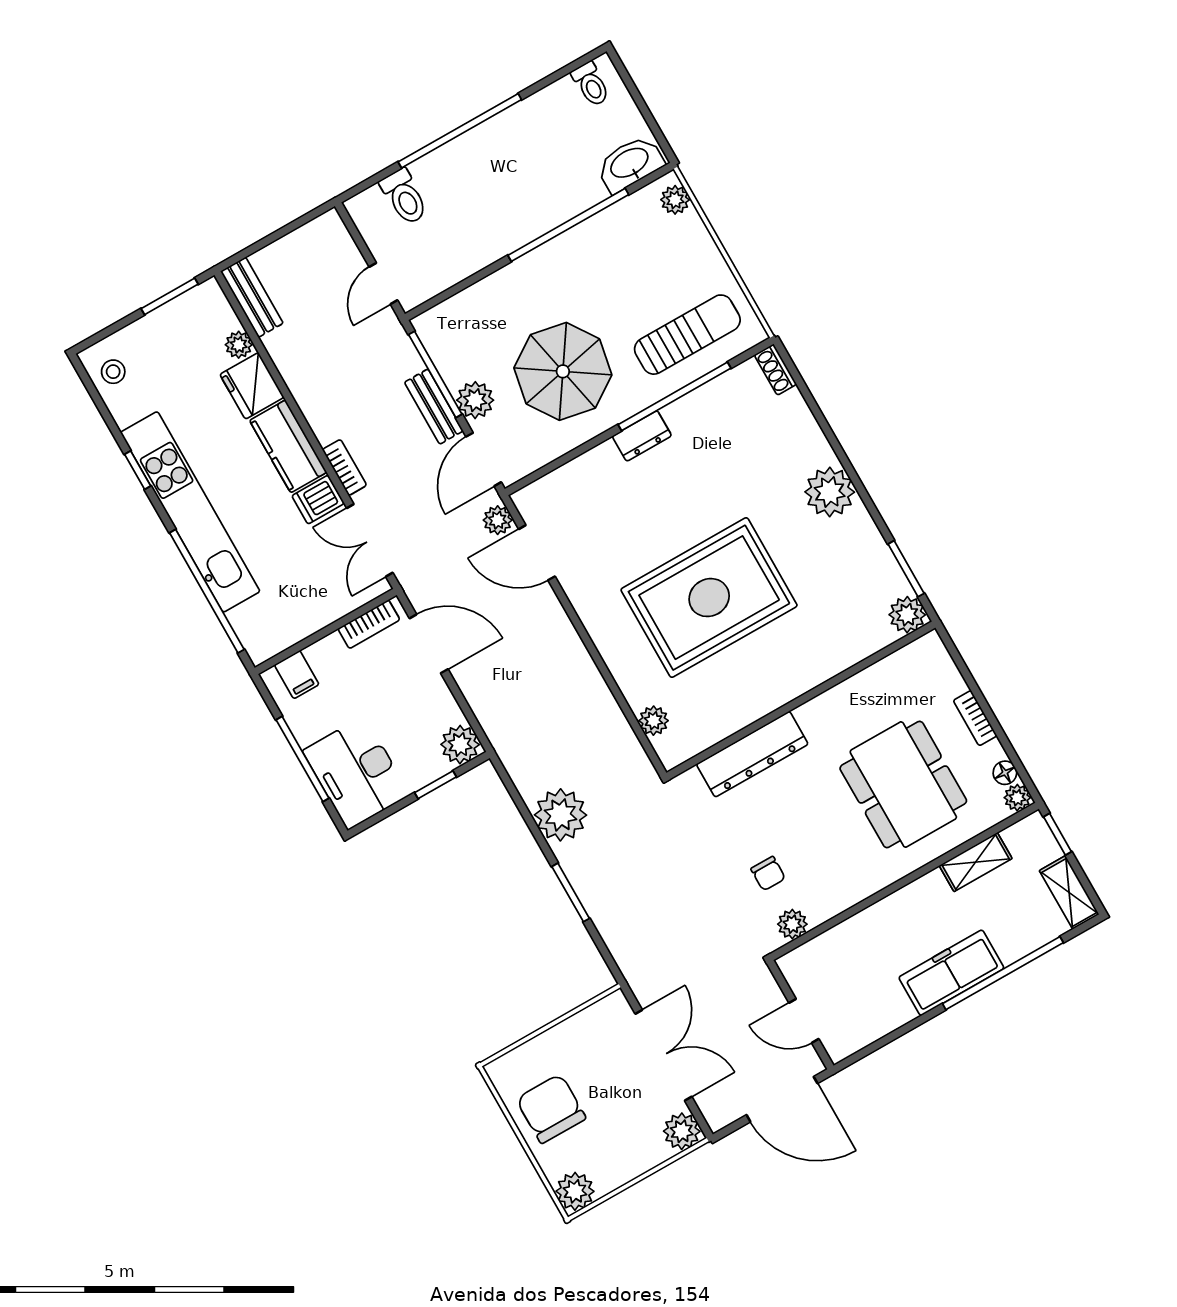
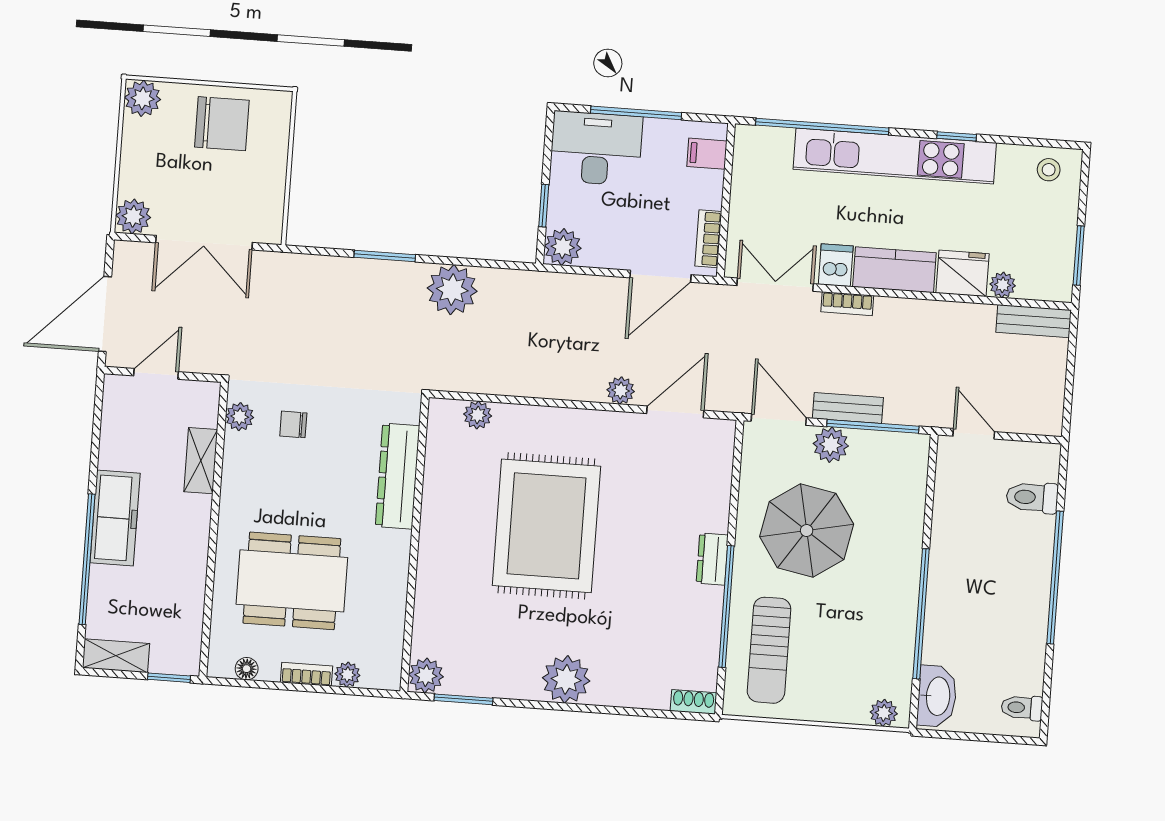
plant: (498, 520) -> (621, 391), moved
plant: (1017, 798) -> (347, 675), moved
shelving: (976, 862) -> (201, 461), moved

